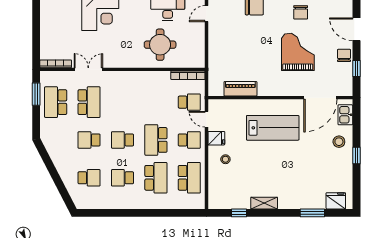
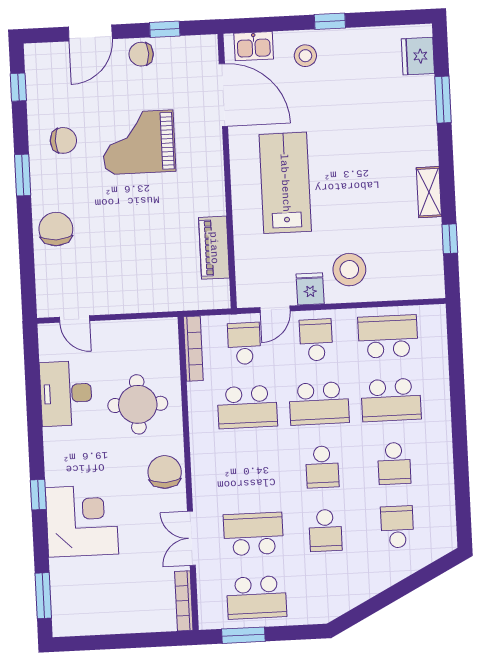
chair: (124, 57) -> (165, 472), added
school desk: (156, 102) -> (247, 407), added
stool: (225, 159) -> (349, 270), width x1.89, depth x1.89
school desk: (156, 178) -> (391, 400), turned 180

